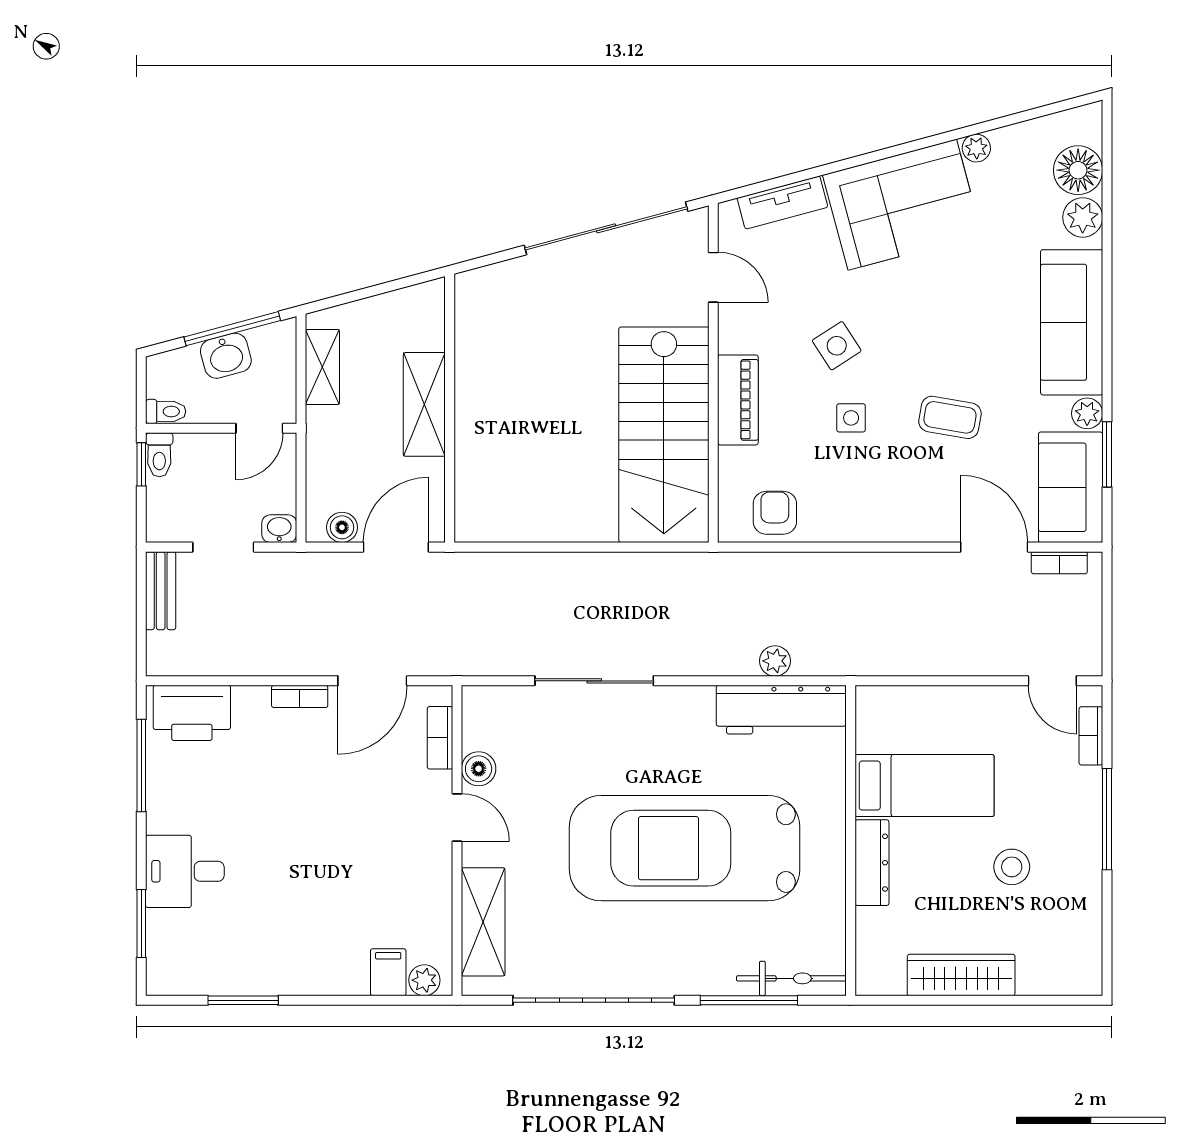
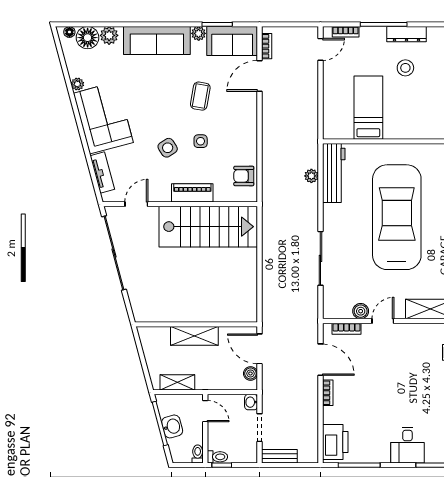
floor lamp: (1090, 131) -> (69, 32), added
car: (685, 848) -> (397, 217), turned 180
dresser: (872, 863) -> (407, 34), moved, turned 180

